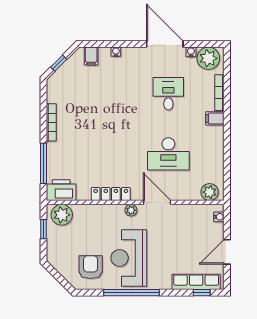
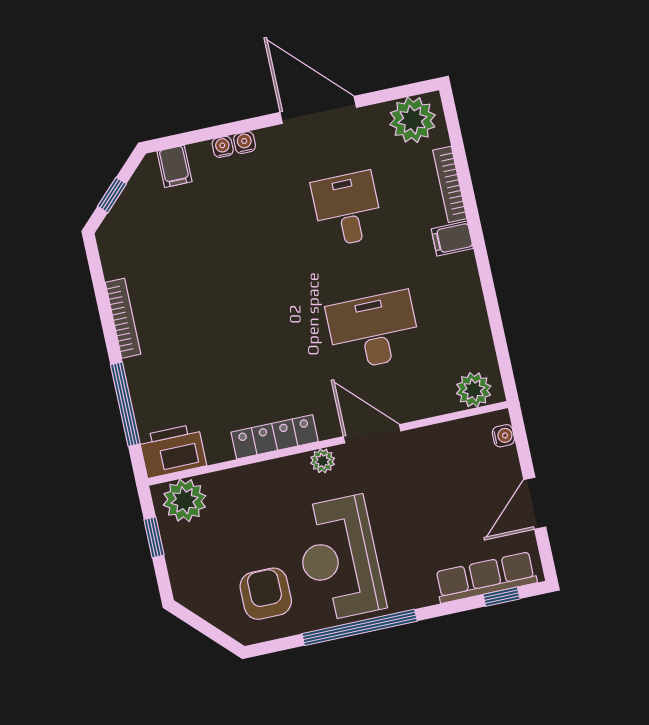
water cooler: (191, 52) -> (245, 143), moved
desk: (168, 154) -> (374, 331), turned 180

